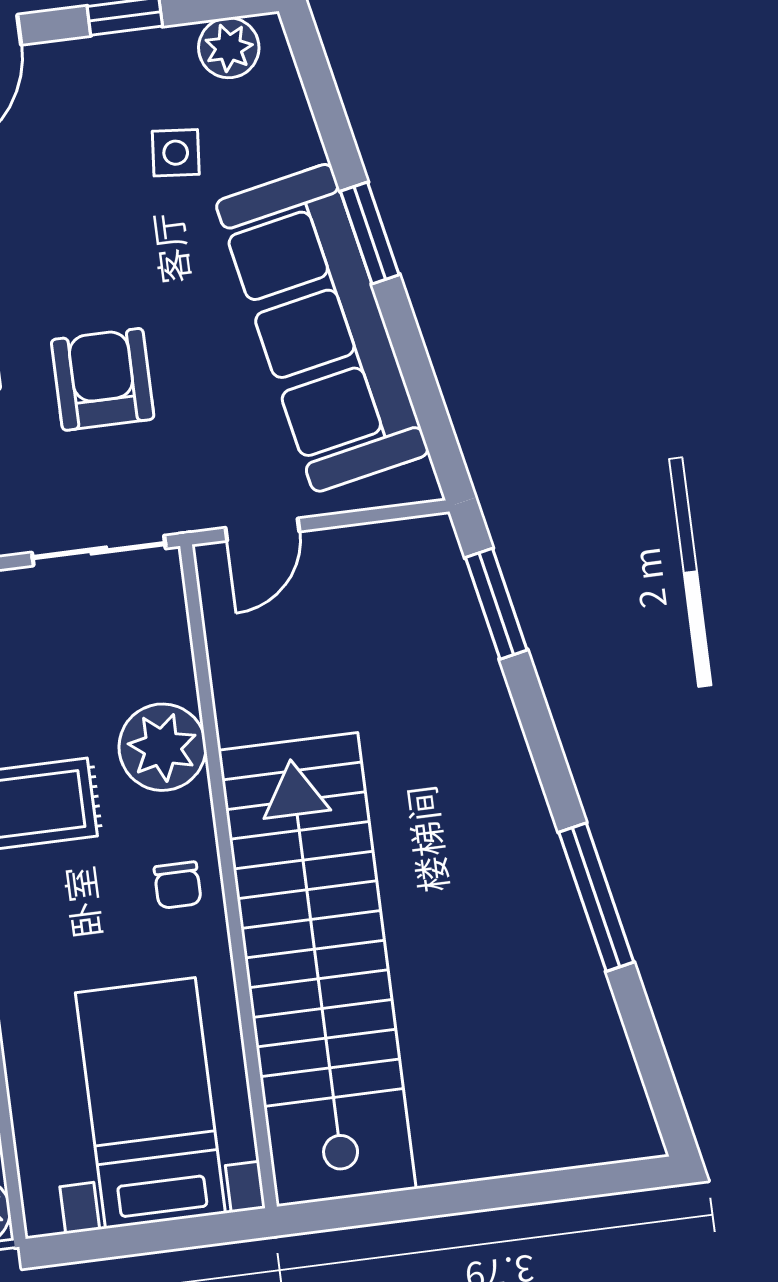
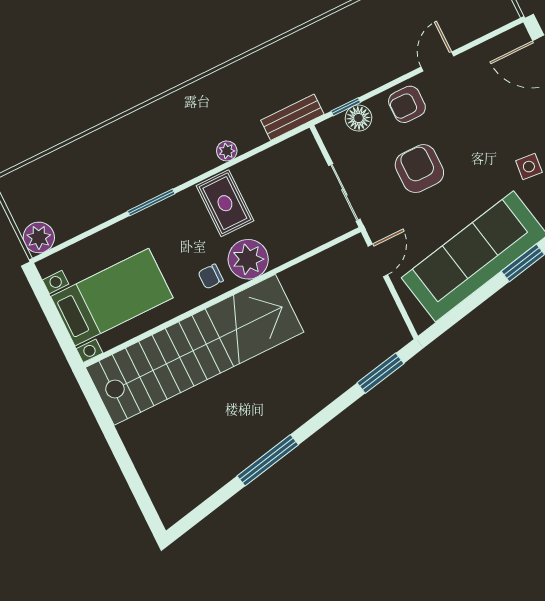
armchair: (103, 379) -> (419, 169), turned -90
door: (262, 530) -> (378, 260), swing flipped
plant: (162, 747) -> (248, 259), moved

